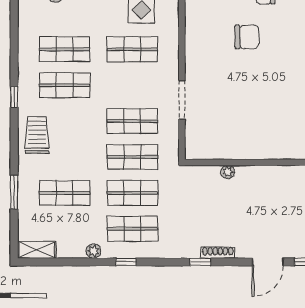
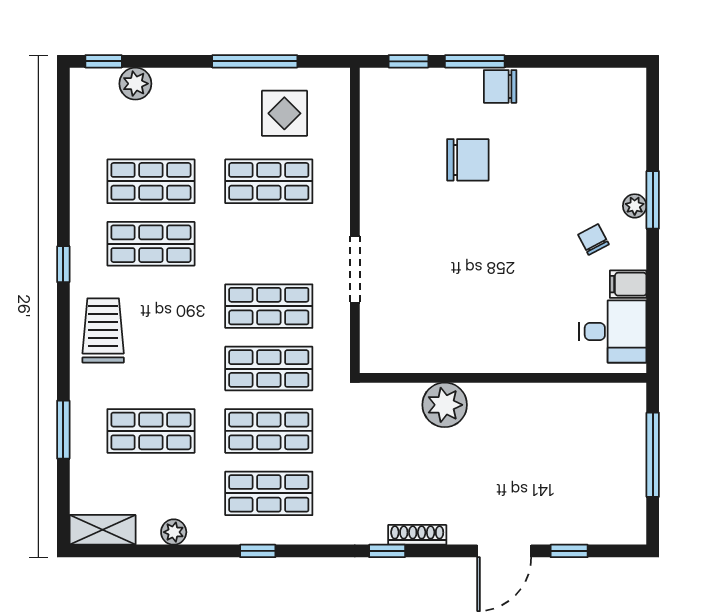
plant: (228, 172) -> (445, 405), width x1.87, depth x1.87
plant: (93, 251) -> (174, 532), moved

